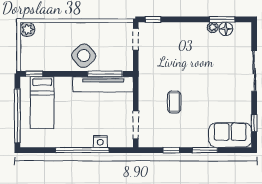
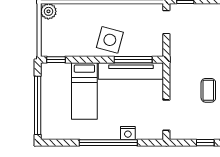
side table: (84, 56) -> (110, 40), turned -33
bed: (42, 103) -> (84, 91), moved

